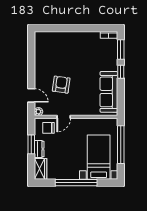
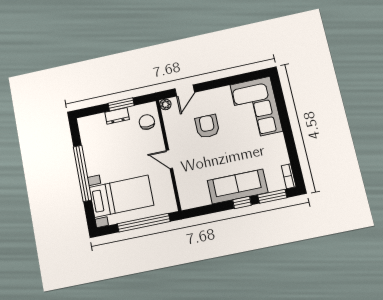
corner sofa: (55, 47) -> (256, 108), added
armchair: (61, 85) -> (207, 126), turned -98
sofa: (109, 92) -> (238, 187), moved
door: (64, 117) -> (169, 159), moved
wardrobe: (40, 169) -> (92, 123), removed

